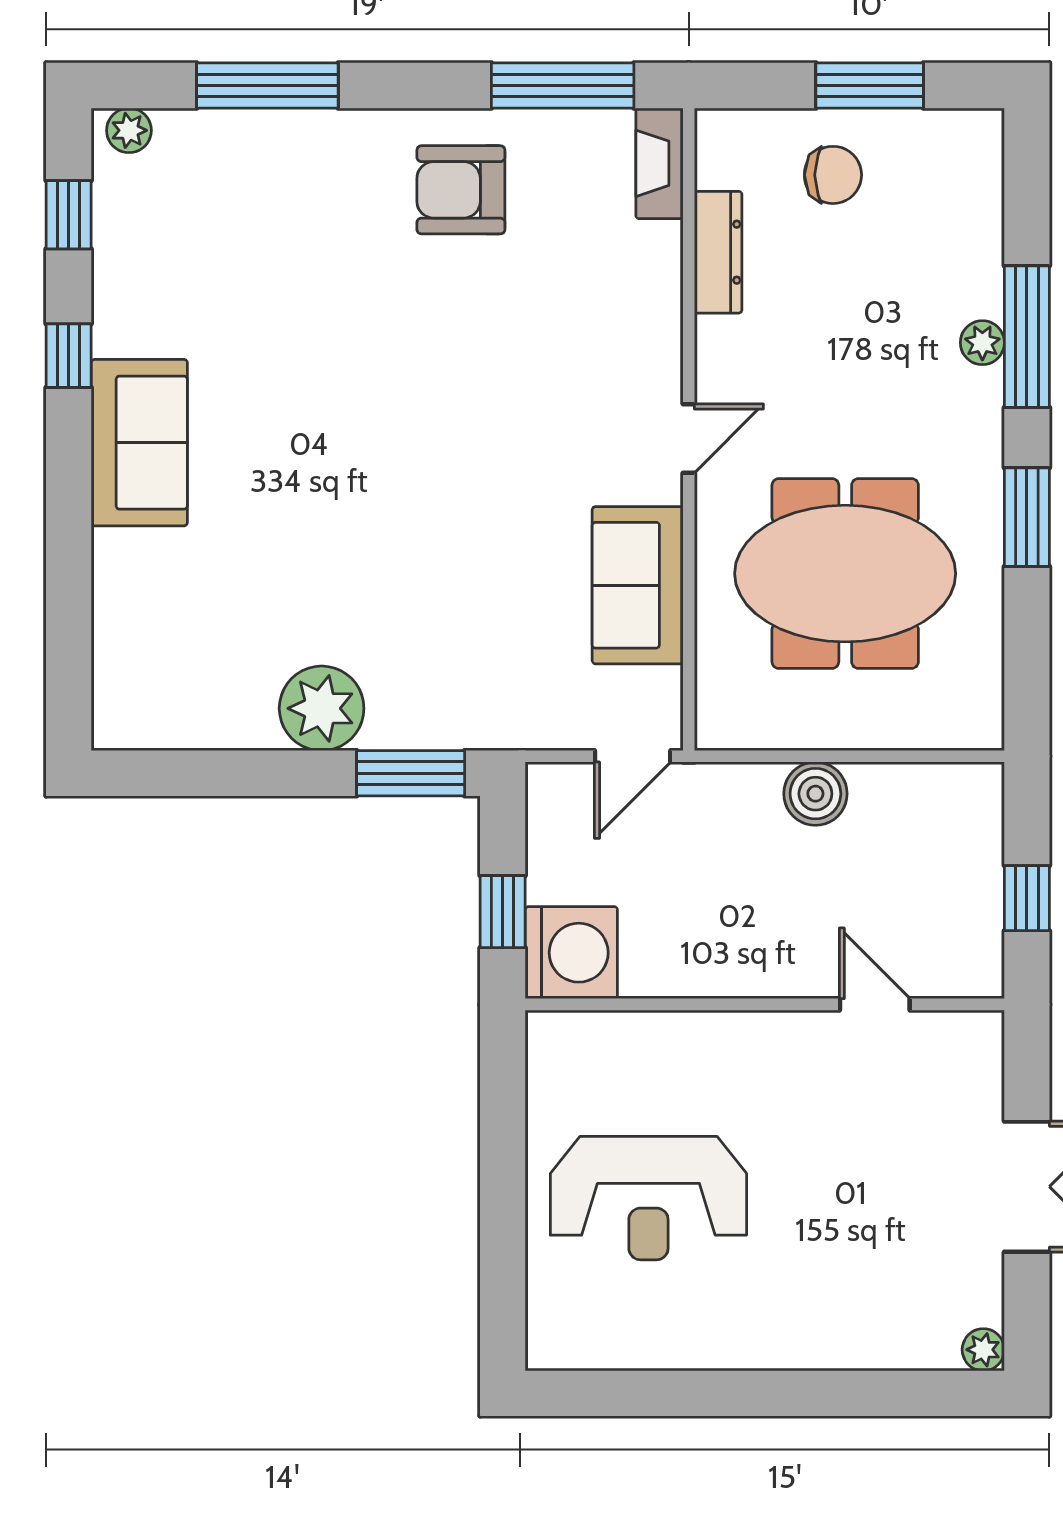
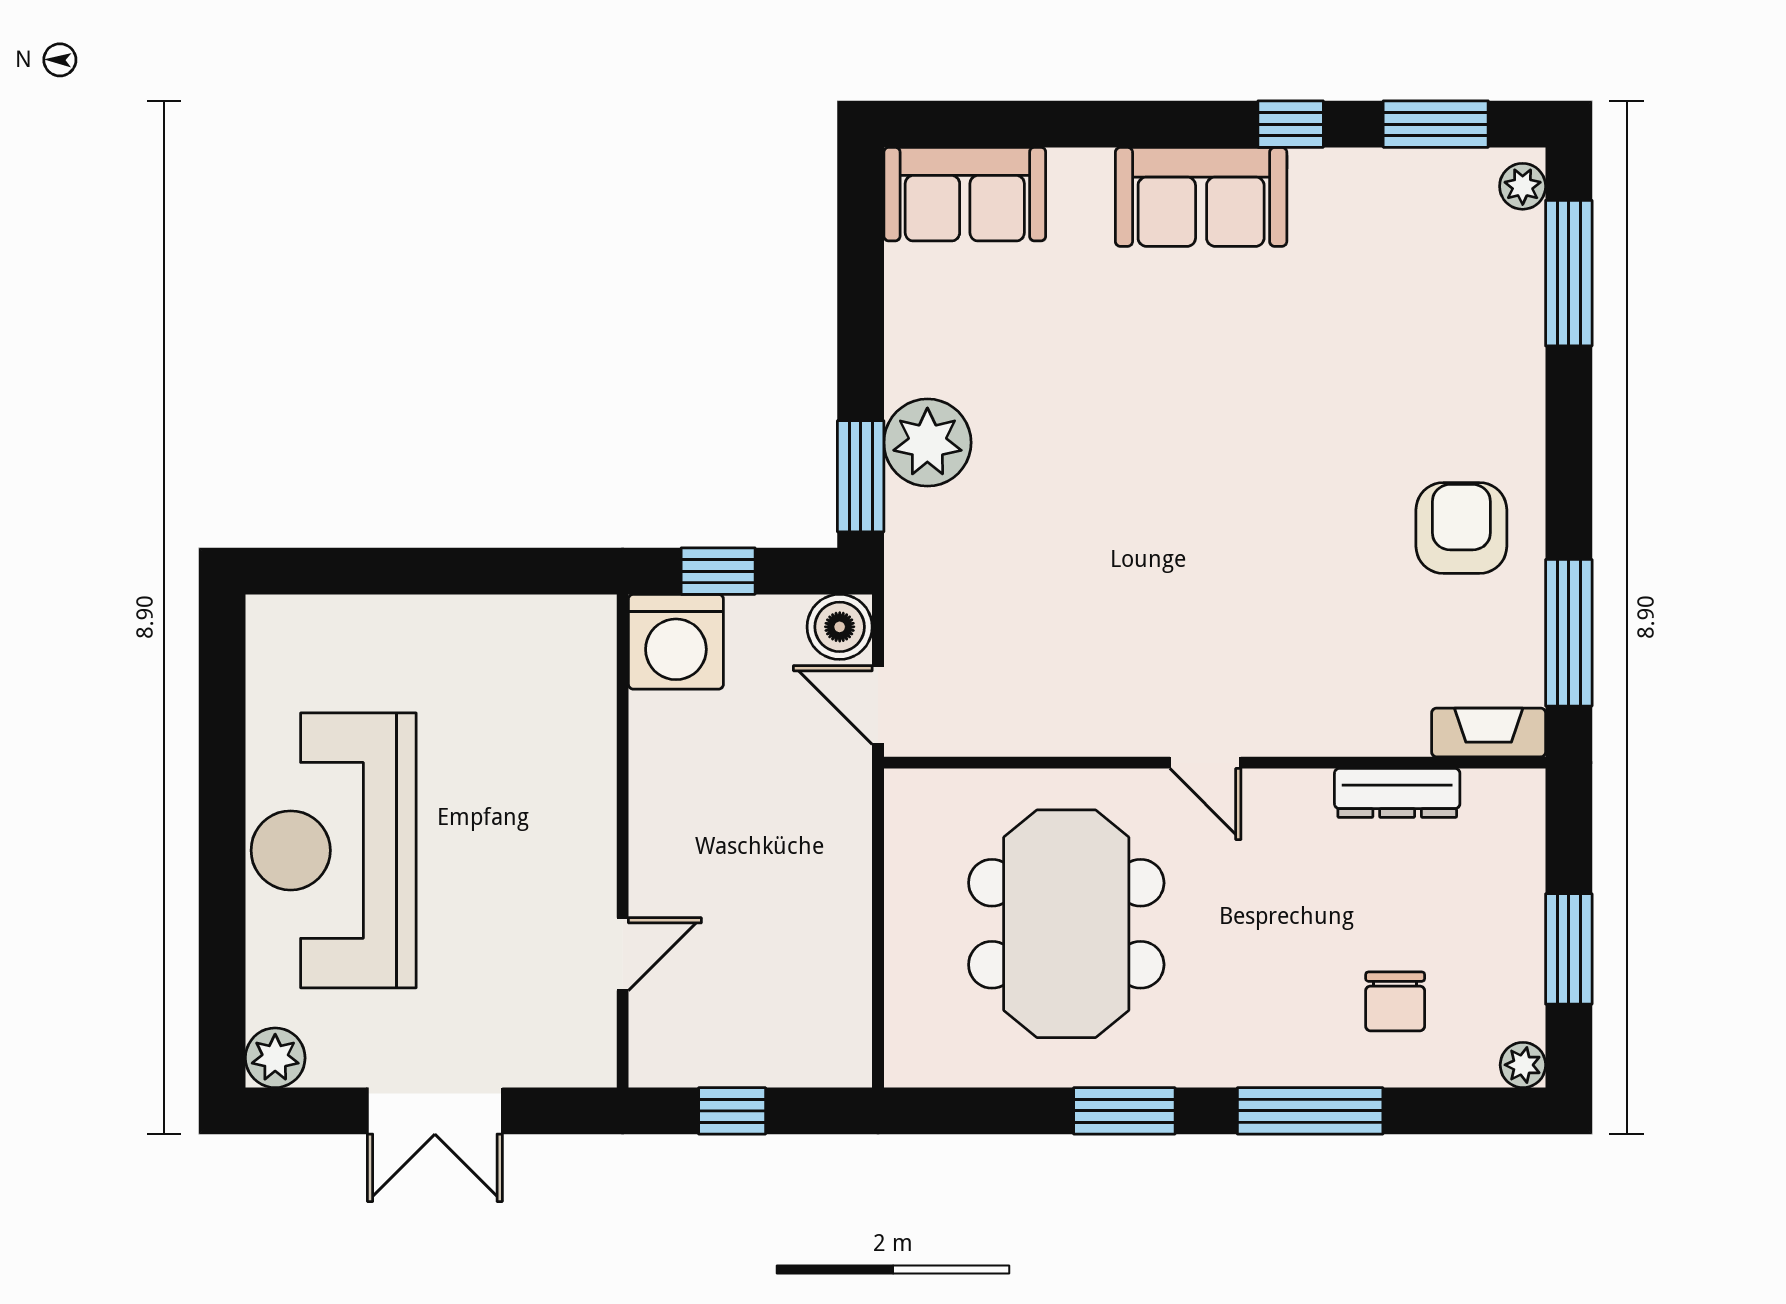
window: (267, 85) -> (1569, 273), moved
chair: (833, 175) -> (1395, 1001), moved
window: (69, 215) -> (1436, 124), width x1.50
plant: (982, 343) -> (1523, 1065), moved
sofa: (638, 585) -> (965, 194), moved, turned 180
plant: (322, 708) -> (927, 443), moved
boiler: (815, 794) -> (840, 627), moved
reception desk: (648, 1198) -> (334, 850), moved, width x1.36, depth x1.30
plant: (983, 1350) -> (275, 1058), width x1.38, depth x1.38

